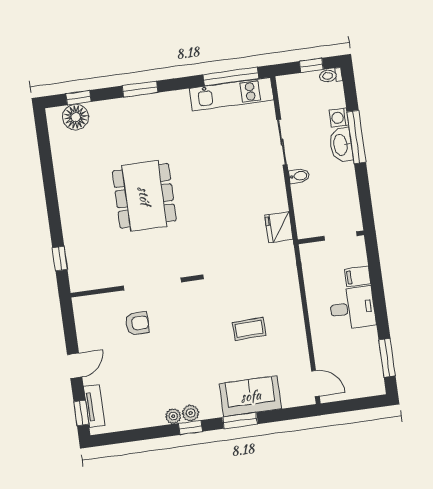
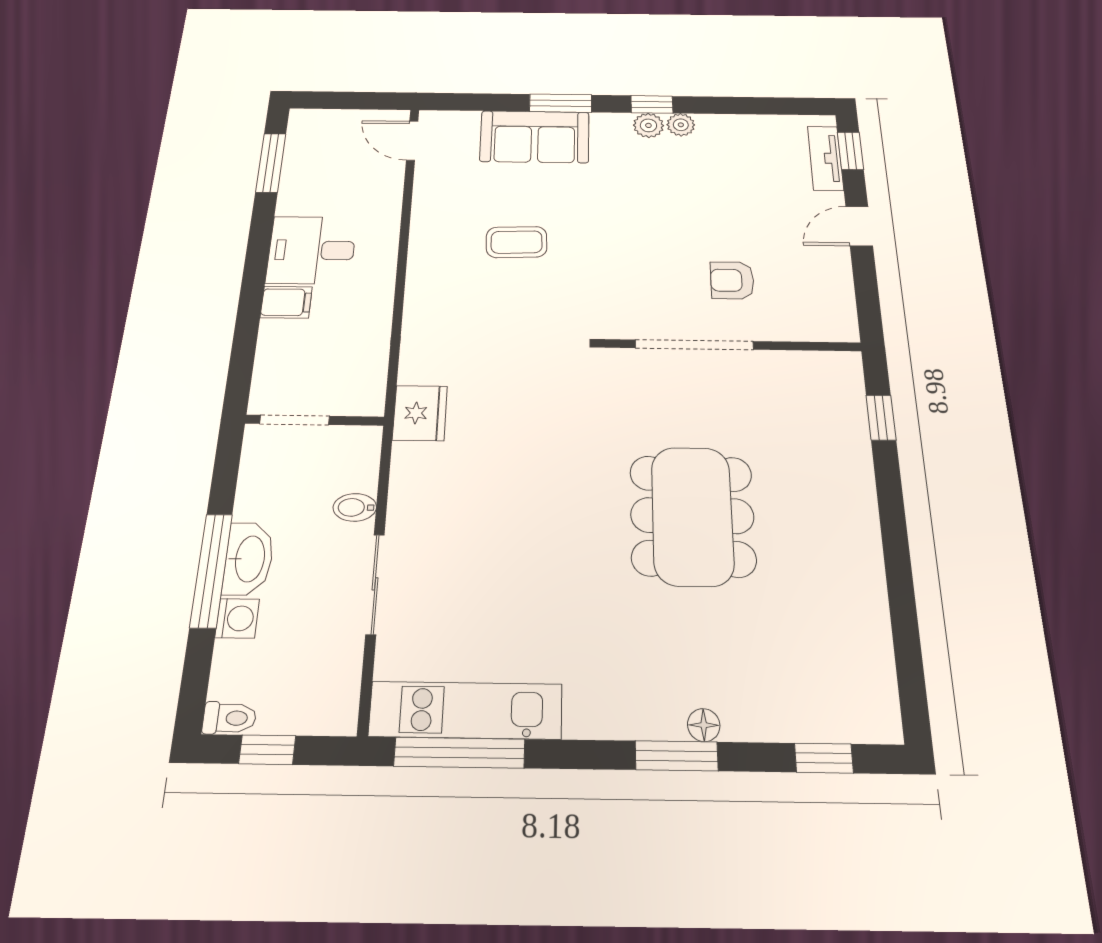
floor lamp: (76, 117) -> (704, 725), moved, width x0.53, depth x0.53
doorway: (340, 236) -> (295, 420), moved
wall: (331, 237) -> (315, 420), moved

